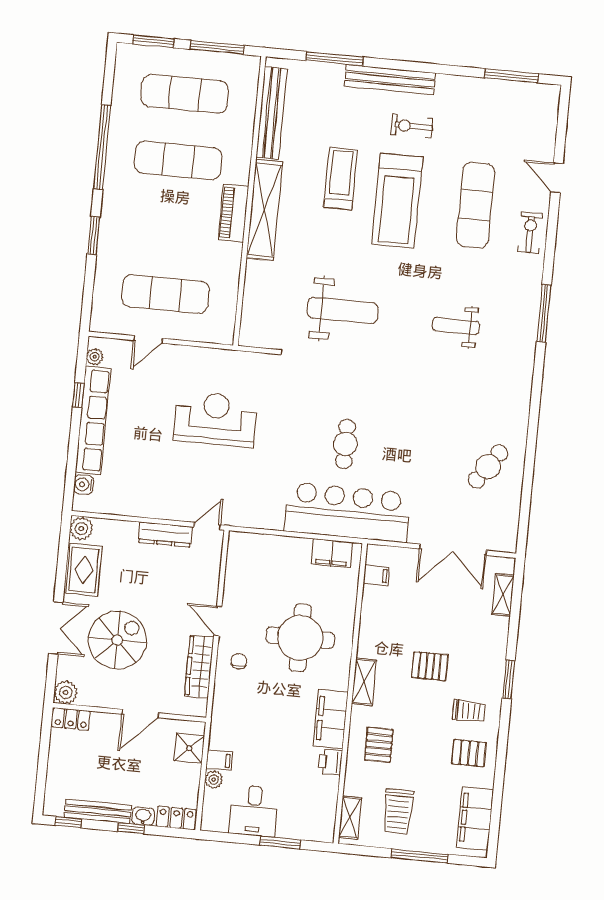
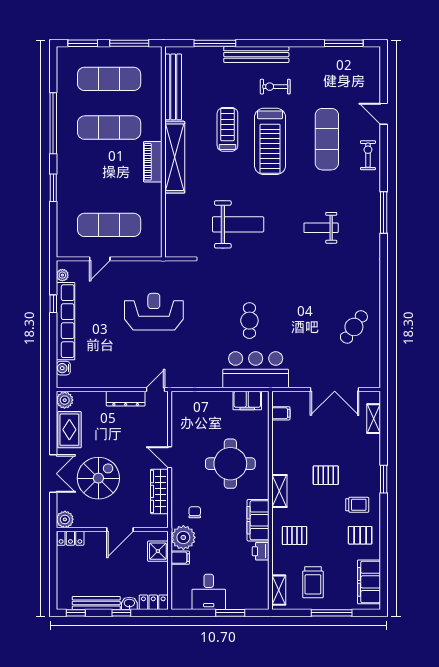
bar counter: (347, 512) -> (256, 370), width x0.73
chair: (239, 661) -> (195, 512), moved
pallet: (379, 745) -> (295, 535), turned 90
plant: (214, 780) -> (183, 537), moved, width x1.87, depth x1.87

